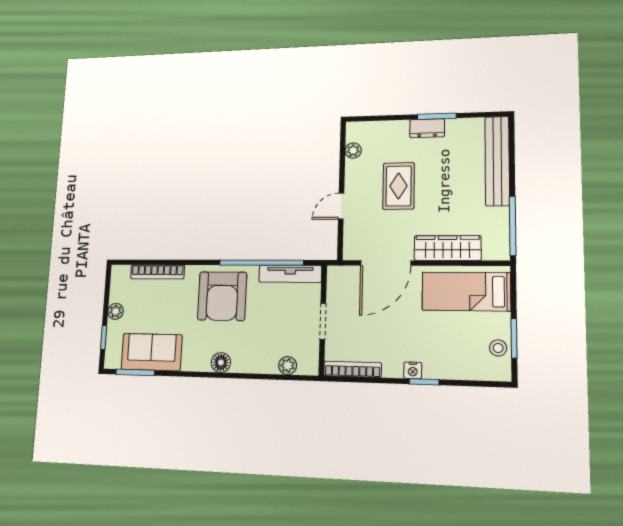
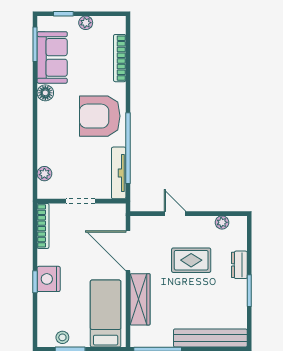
dresser: (427, 128) -> (239, 265), moved
floor lamp: (221, 362) -> (45, 93), moved
nightstand: (413, 370) -> (49, 279), width x1.89, depth x1.79

